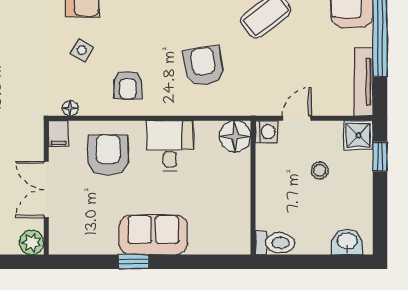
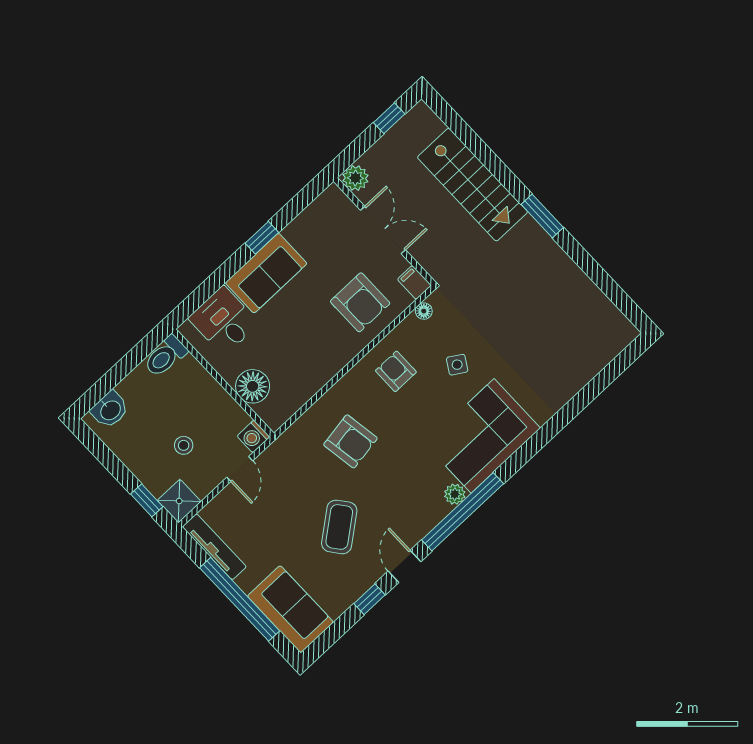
floor lamp: (235, 136) -> (253, 386), moved
desk: (170, 146) -> (224, 321), moved, turned 180

